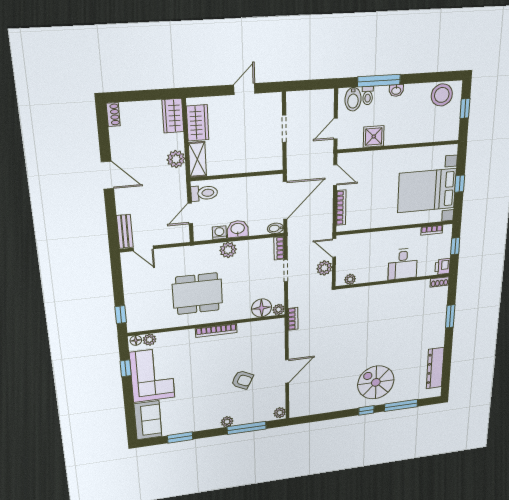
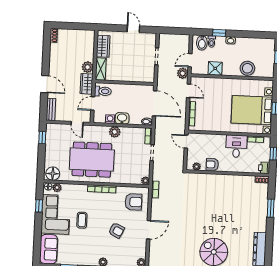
window: (379, 81) -> (219, 33), width x0.46
door: (244, 89) -> (133, 29), hinge flipped
stool: (442, 95) -> (247, 68), moved
wardrobe: (173, 116) -> (86, 84), moved
door: (107, 175) -> (45, 84), moved
door: (285, 200) -> (154, 103), hinge flipped
door: (143, 248) -> (77, 123), moved
desk: (403, 264) -> (236, 146), moved, turned 180
plant: (324, 268) -> (183, 73), moved
armchair: (372, 273) -> (212, 164), added
dining table: (197, 294) -> (92, 160), width x1.36, depth x1.24
floor lamp: (262, 308) -> (53, 174), moved
window: (121, 315) -> (42, 138), moved
armchair: (264, 340) -> (134, 202), added
coffee table: (192, 376) -> (82, 220), added

